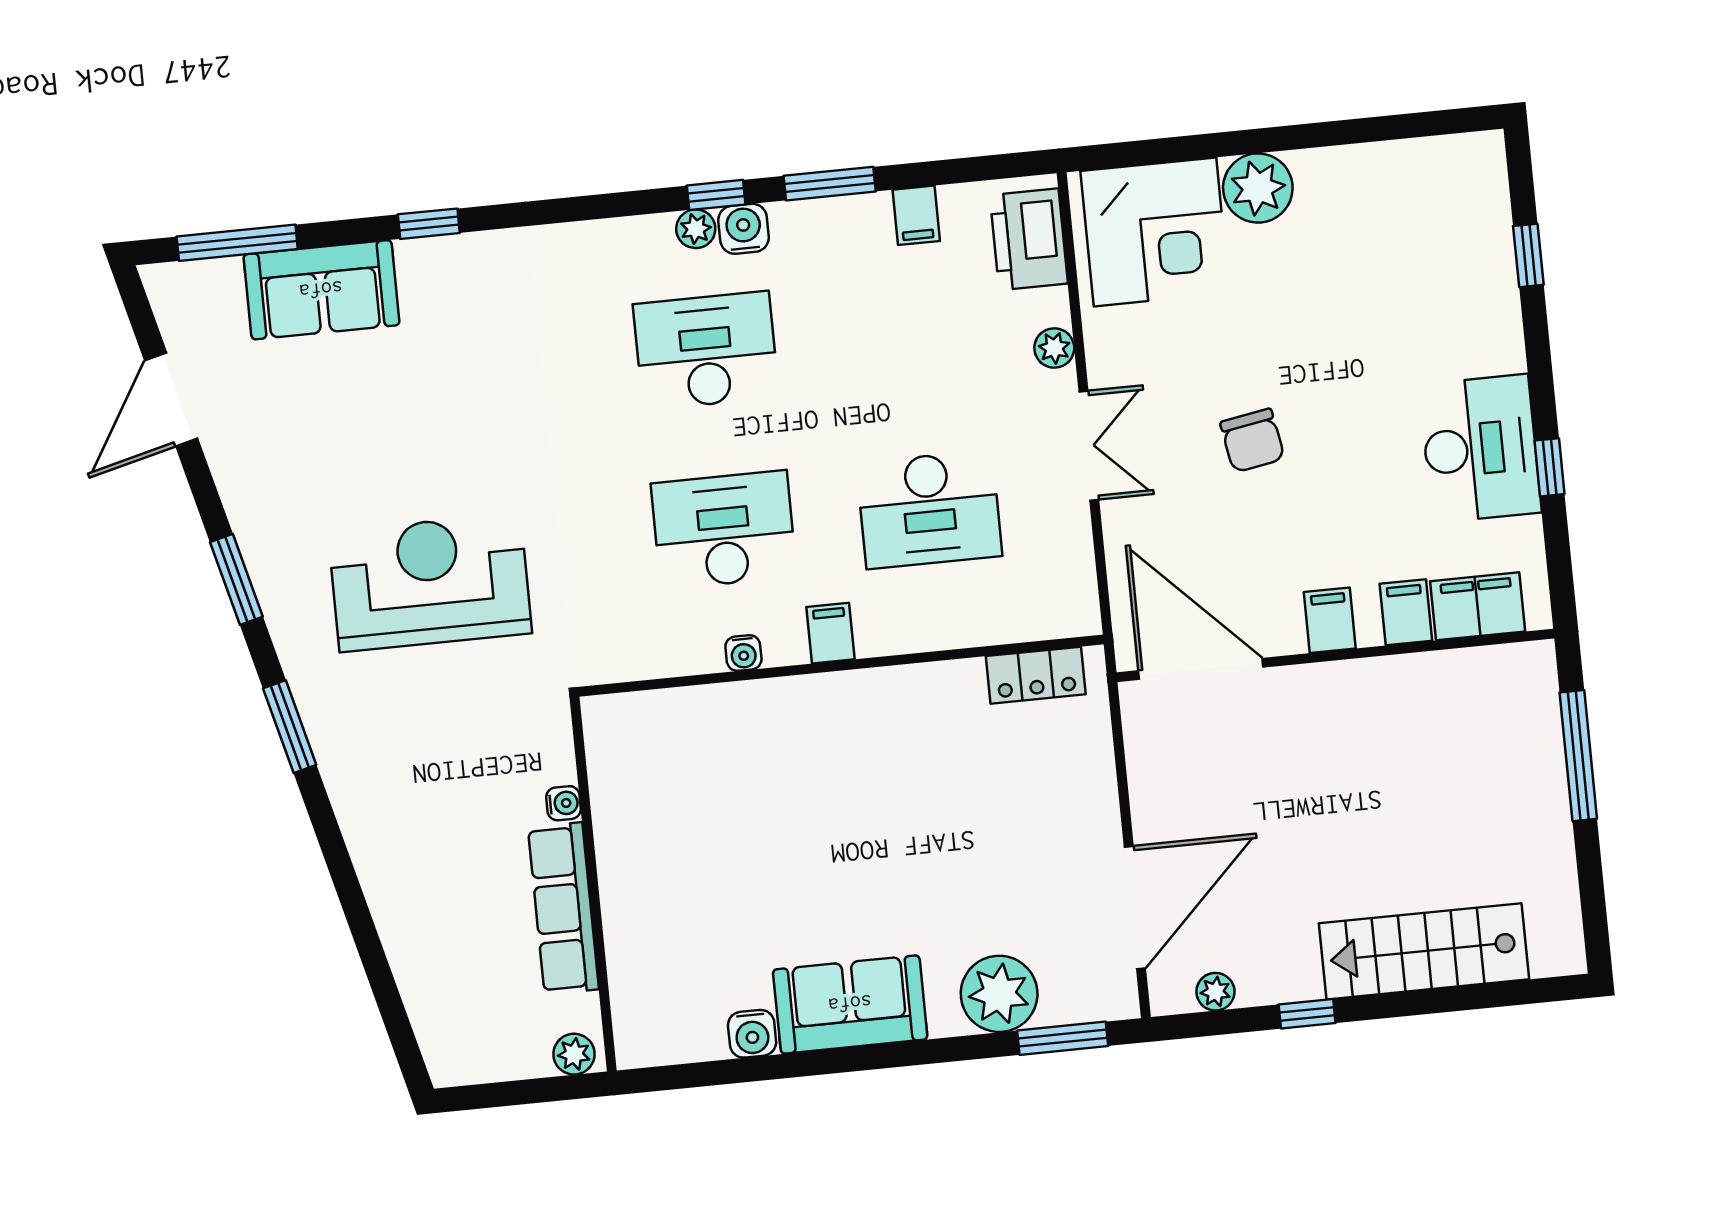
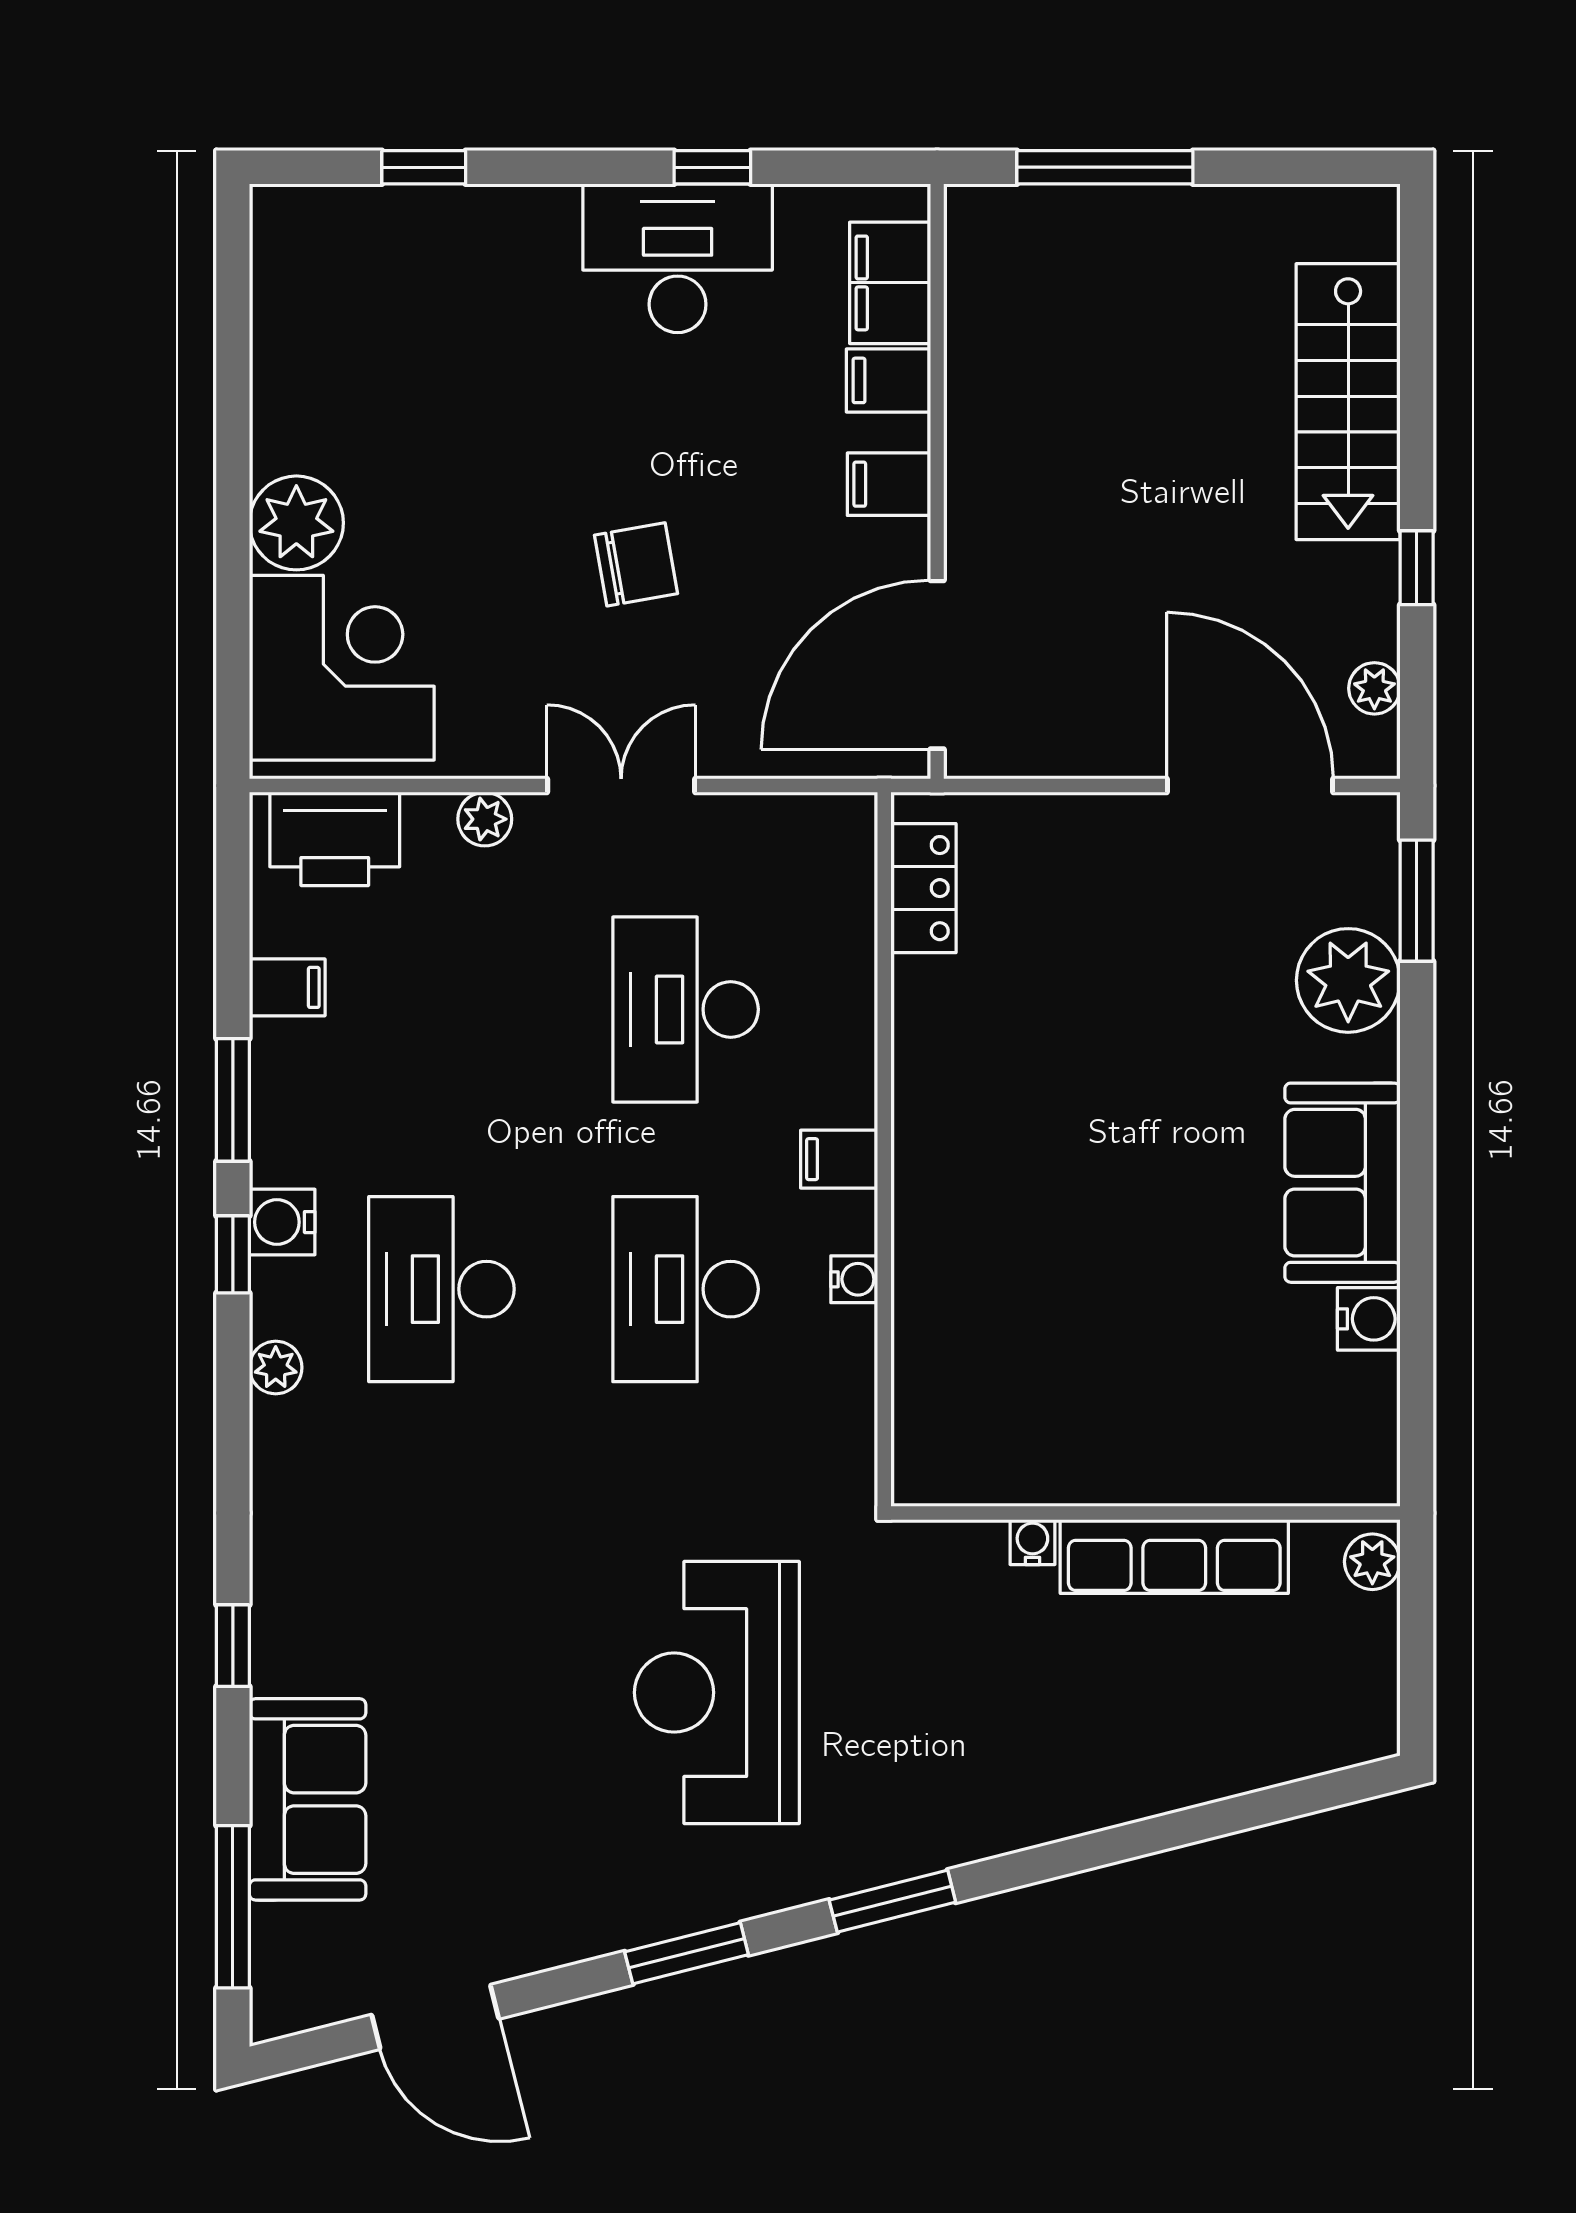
plant: (696, 229) -> (276, 1367), moved
desk: (929, 509) -> (686, 1009), turned 180

